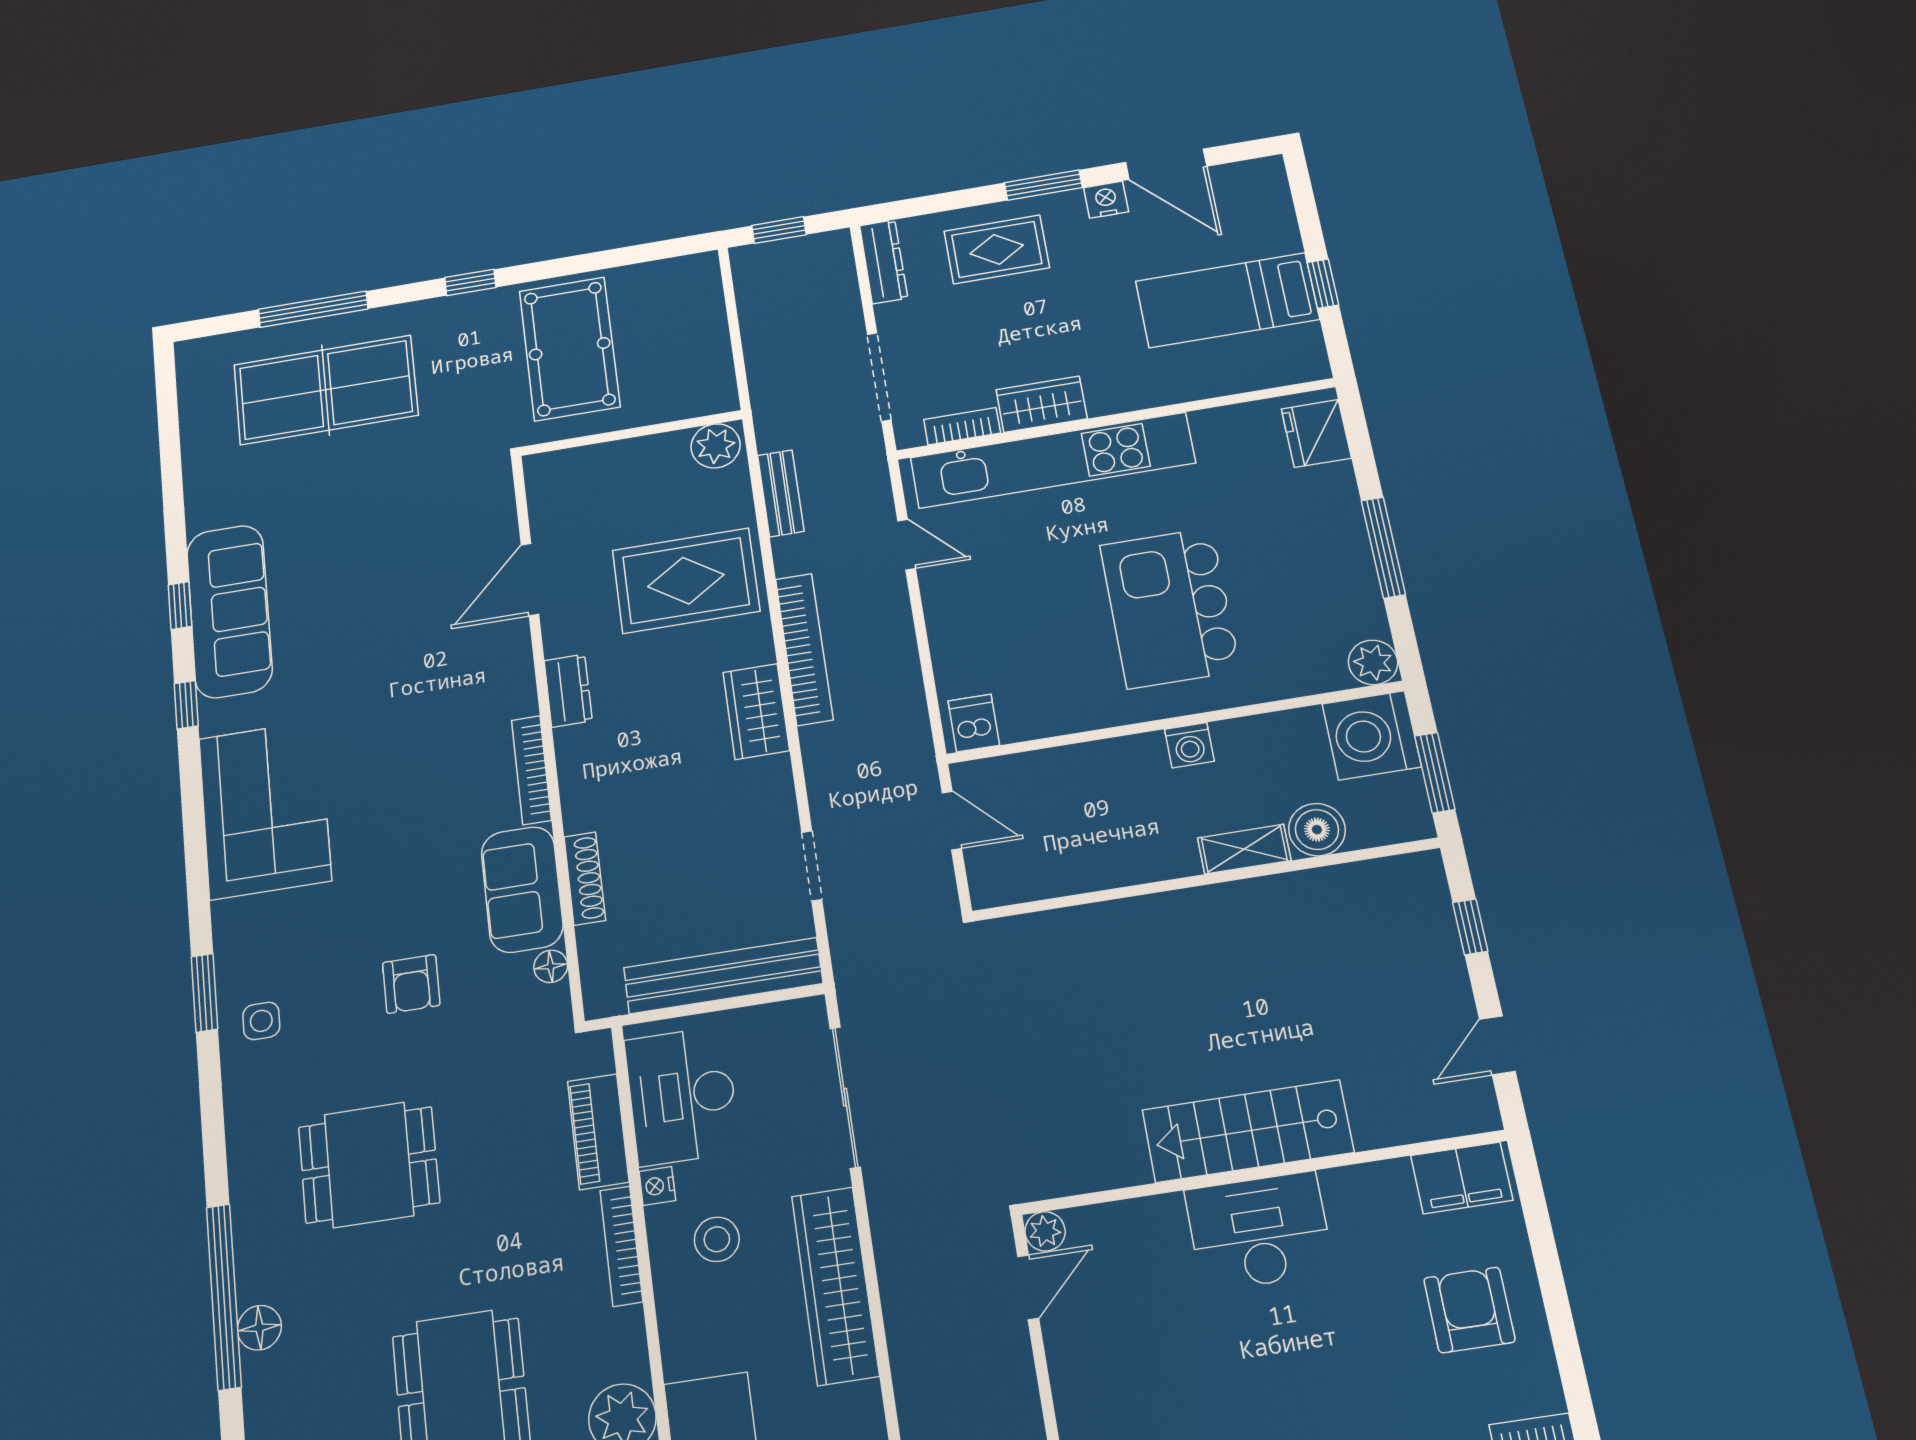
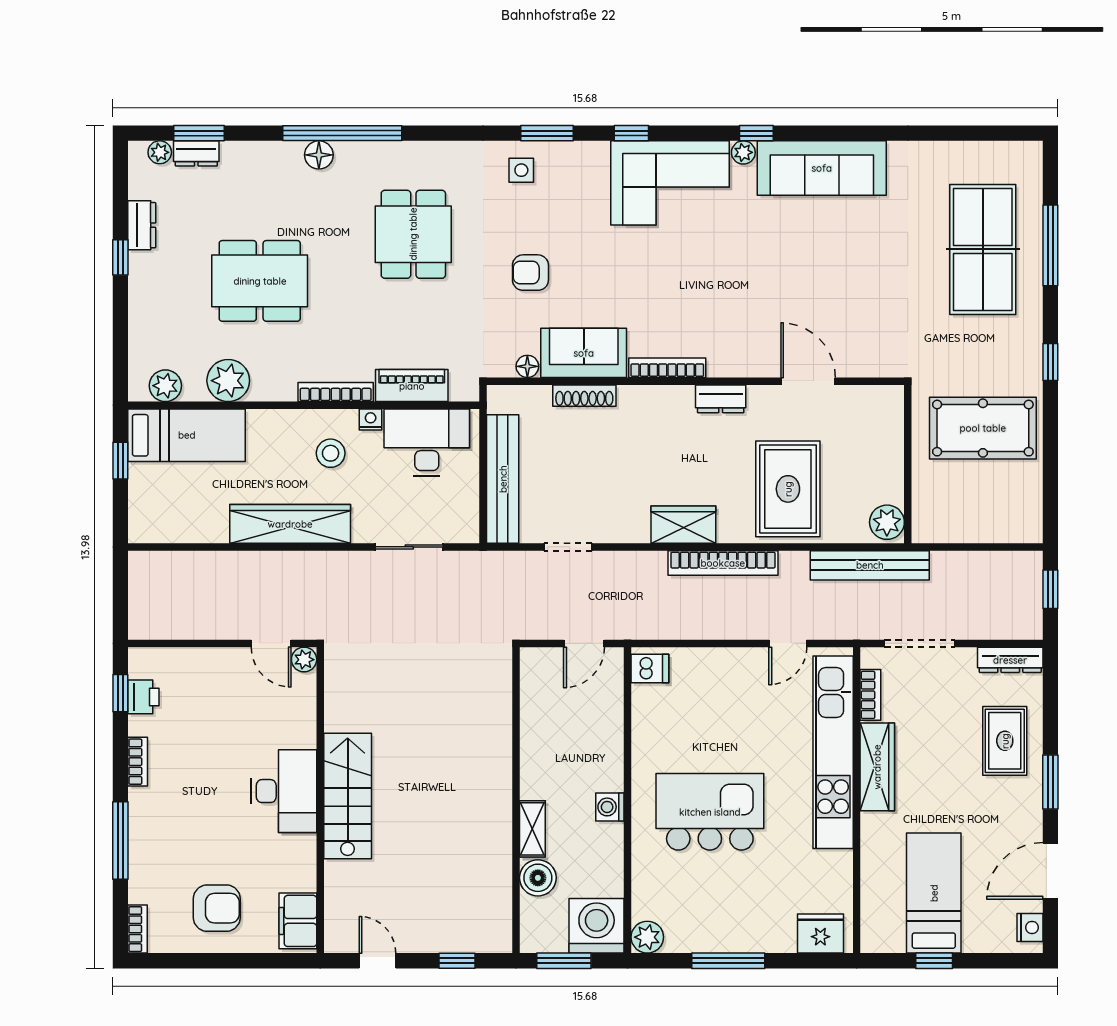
nightstand: (1106, 200) -> (1030, 927), moved
wardrobe: (1042, 404) -> (877, 767), width x1.50
bench: (781, 493) -> (870, 565), width x1.86, depth x1.21
window: (180, 606) -> (631, 133), moved
plant: (215, 718) -> (743, 152), added
sliding door: (845, 1097) -> (409, 547), width x0.73

